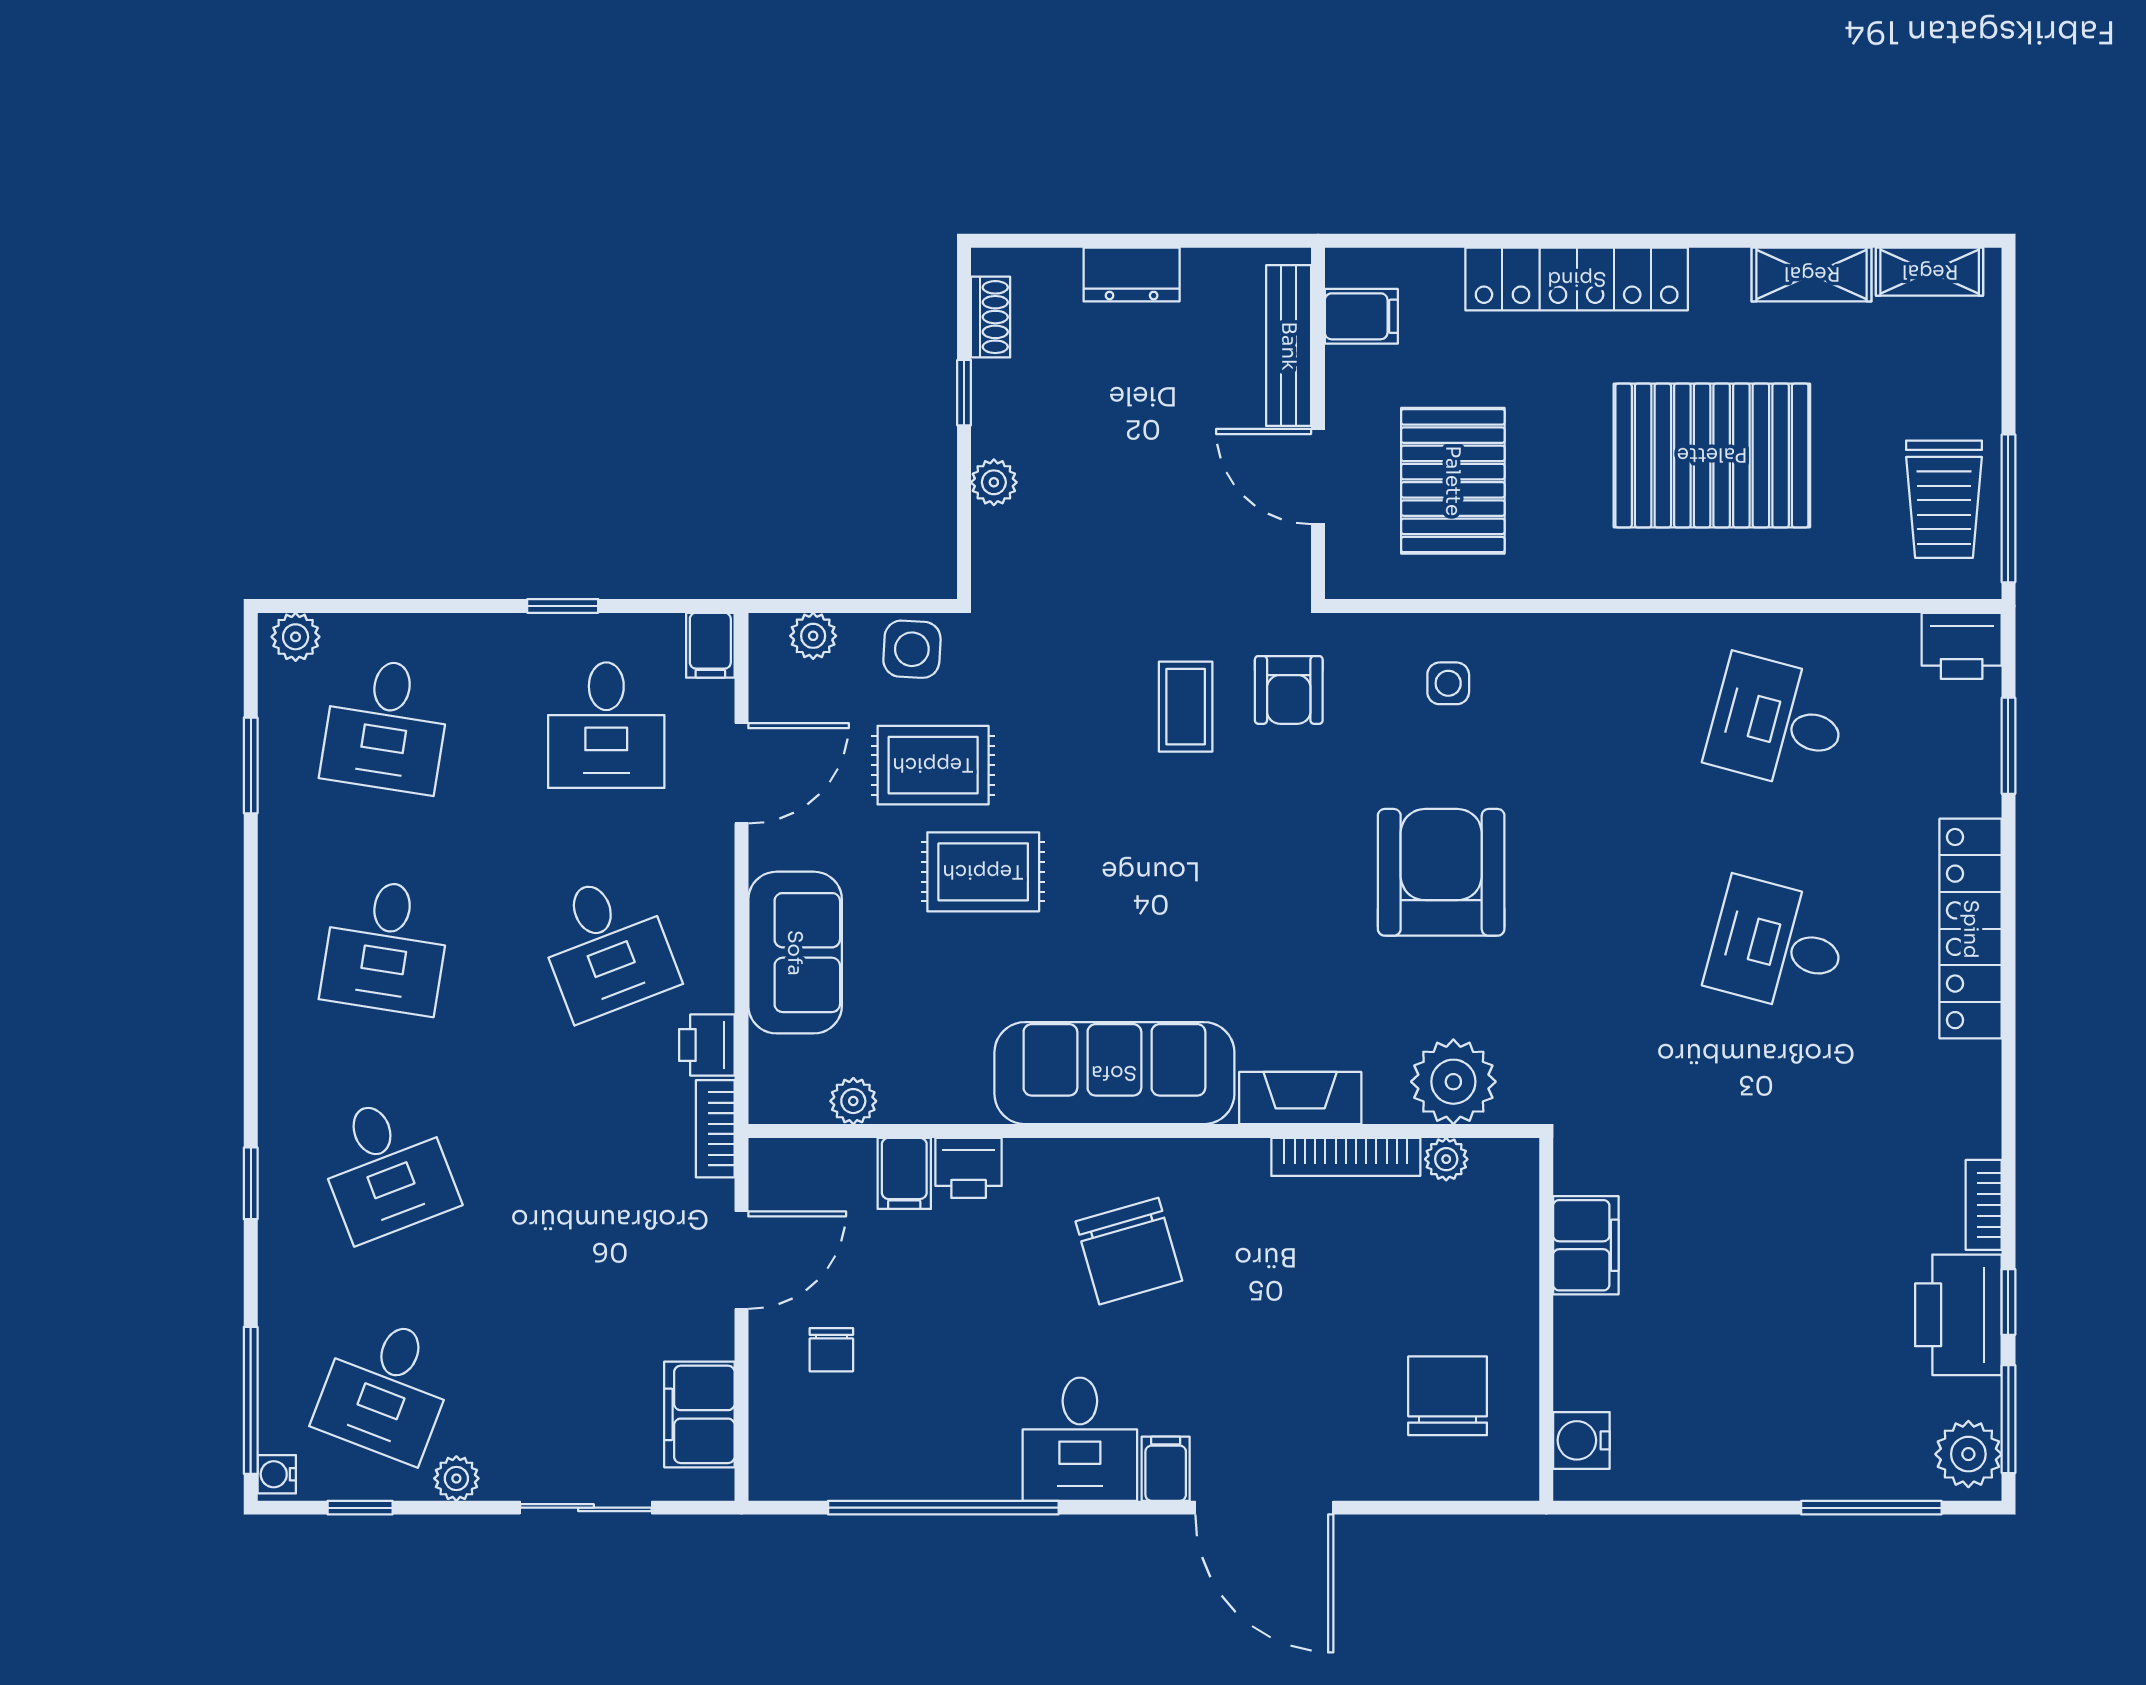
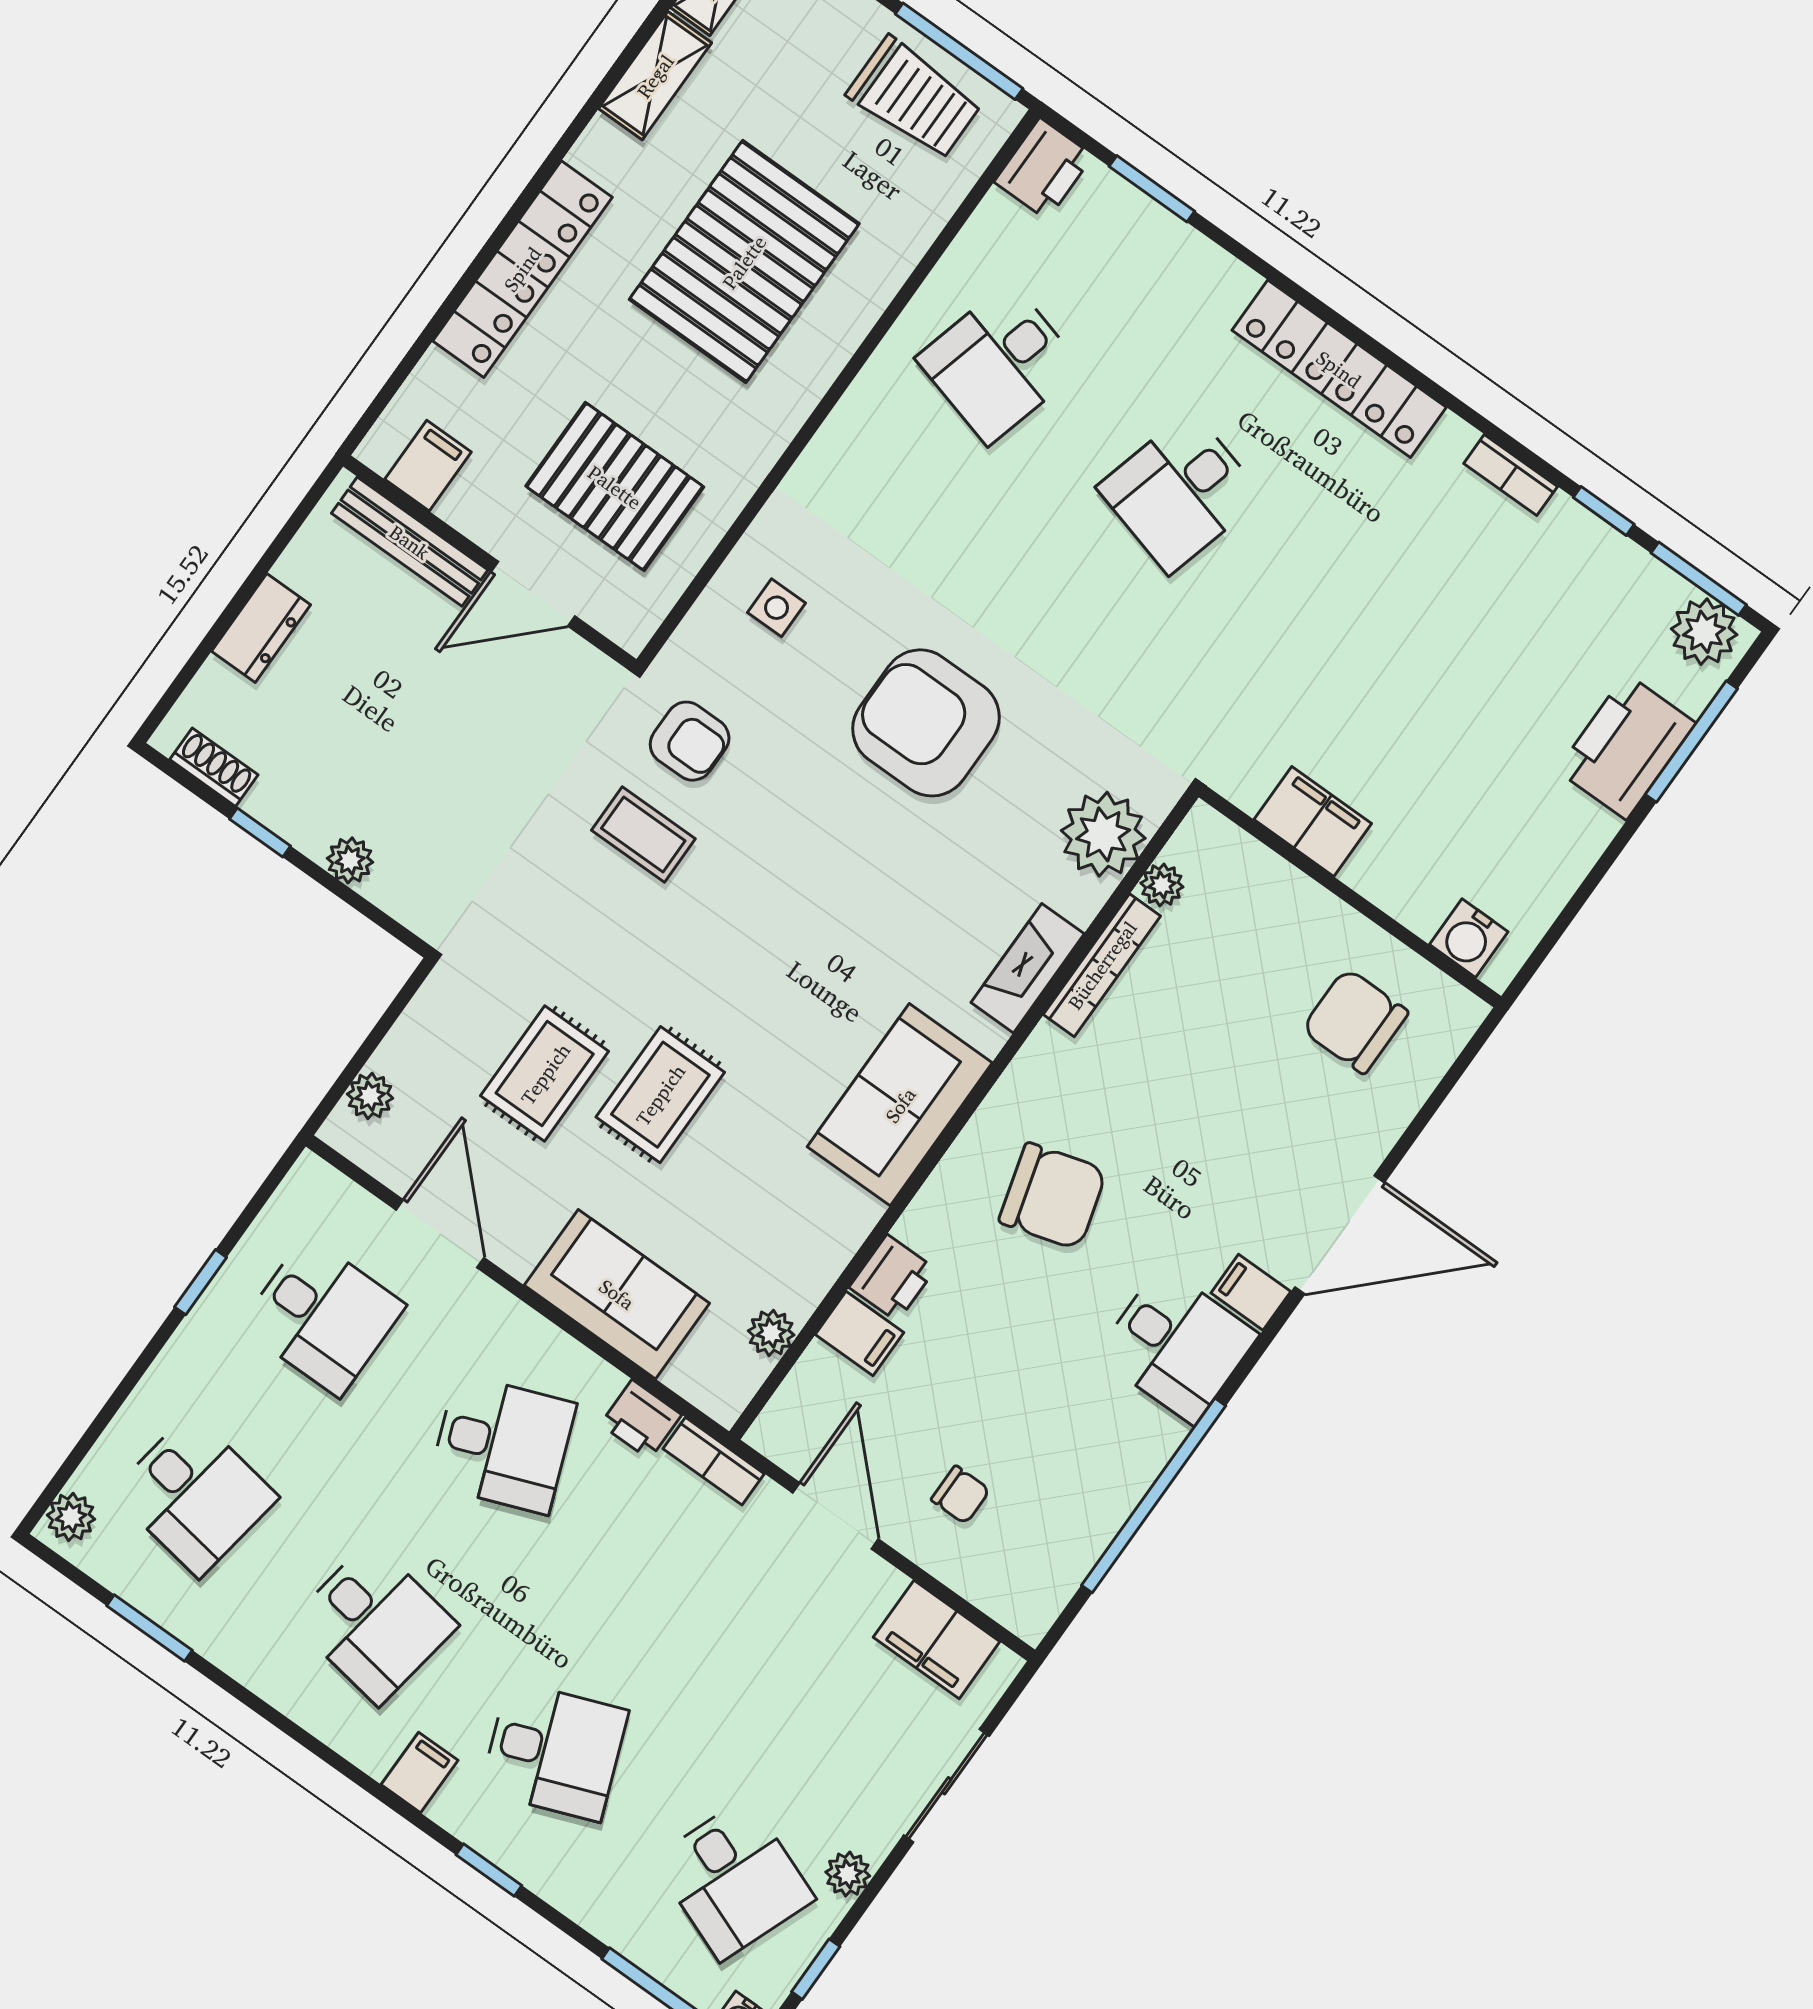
filing cabinet: (710, 645) -> (420, 1772), moved, turned -90
side table: (912, 649) -> (438, 1024), removed
locker: (1971, 929) -> (1339, 369), moved
sofa: (1114, 1073) -> (900, 1105), width x0.73
printer: (1958, 1315) -> (1626, 747), moved, turned 90

